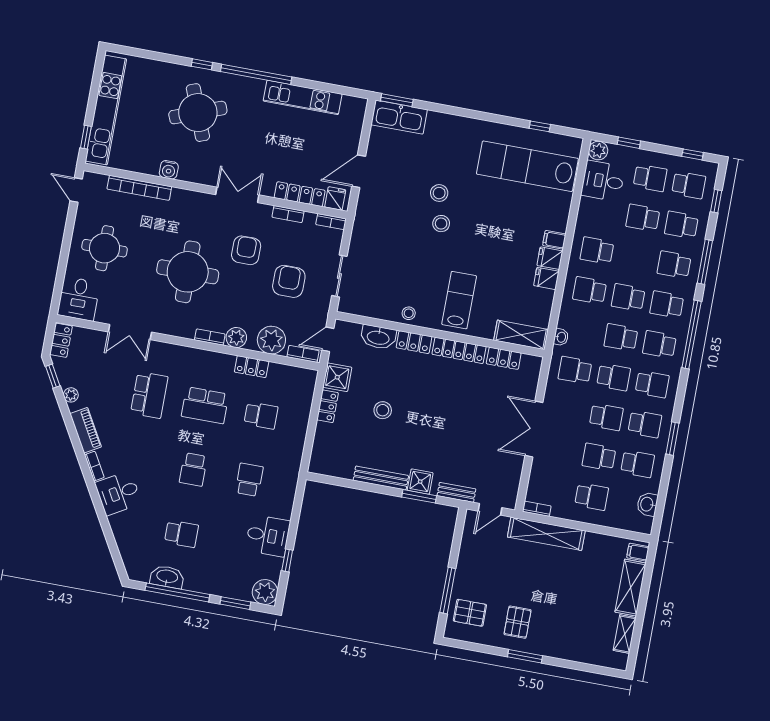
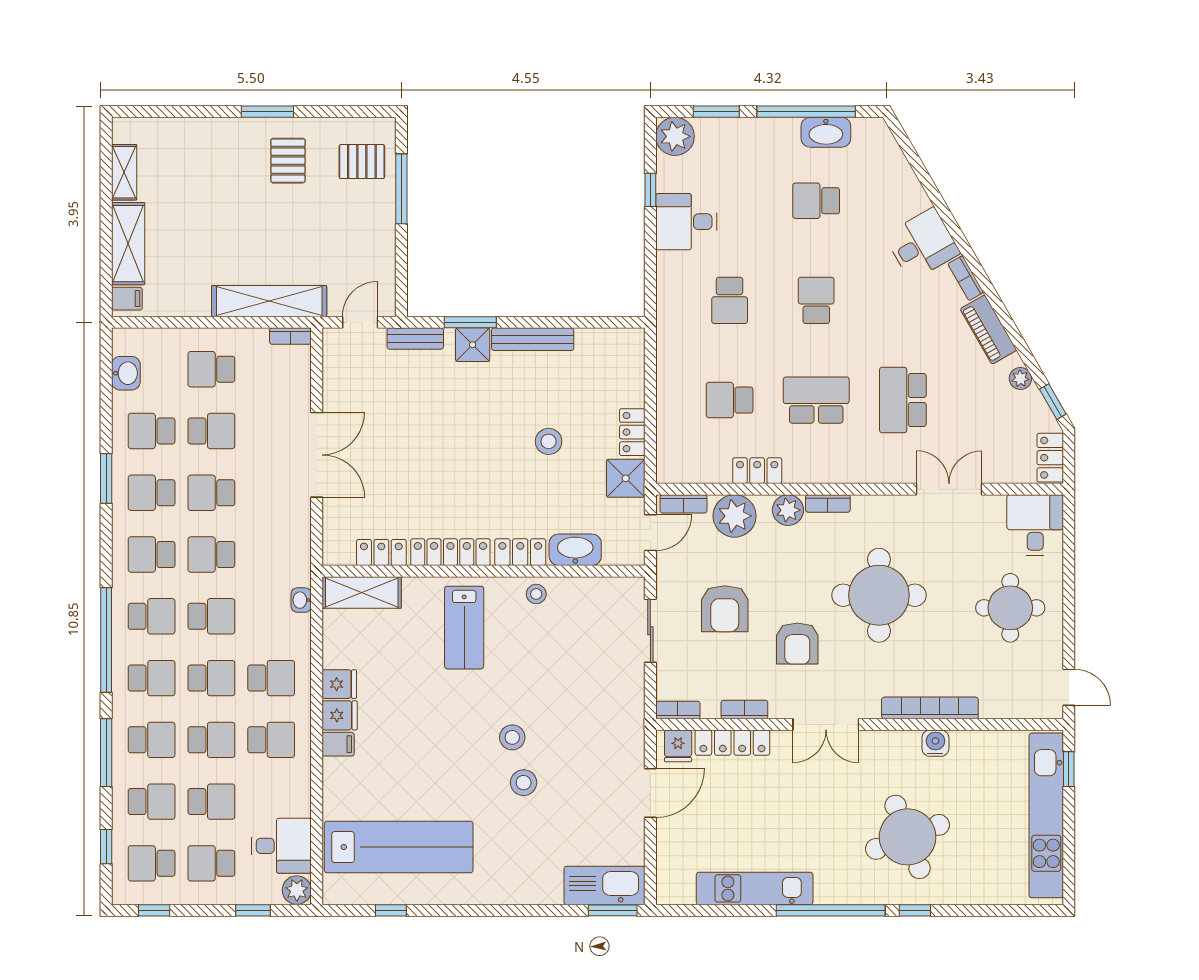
bookcase: (139, 188) -> (930, 708), moved
school desk: (575, 370) -> (211, 740), moved

